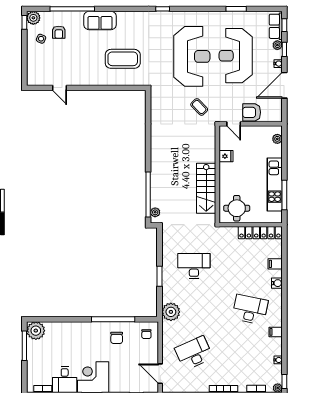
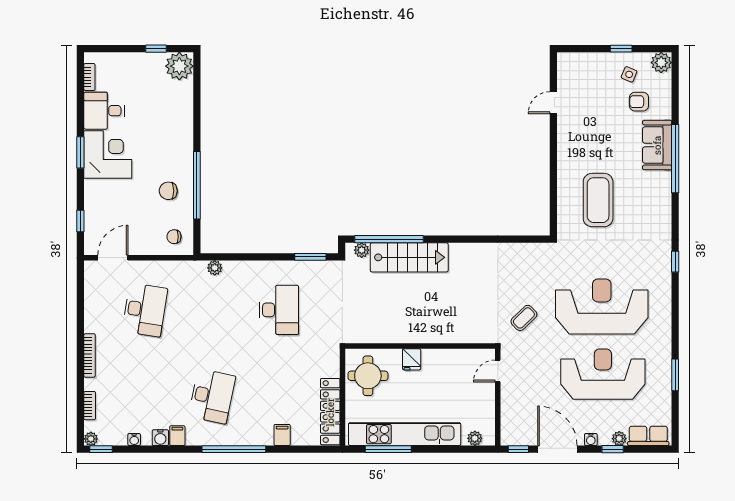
window: (72, 9) -> (675, 159), moved
sofa: (100, 20) -> (657, 145), moved
window: (24, 22) -> (621, 49), moved
window: (284, 25) -> (518, 449), moved
reception desk: (192, 56) -> (602, 306), turned 180
armchair: (252, 112) -> (516, 399), removed
fridge: (226, 156) -> (412, 359), moved
kitchen unit: (275, 184) -> (405, 434), width x1.36
stairs: (206, 188) -> (409, 257), moved, turned 180
window: (160, 276) -> (310, 257), moved
water cooler: (277, 283) -> (160, 438), moved
window: (284, 295) -> (234, 449), added
plant: (171, 312) -> (215, 268), width x0.53, depth x0.53
window: (24, 346) -> (156, 49), width x0.46
desk: (194, 353) -> (145, 310), turned 33

